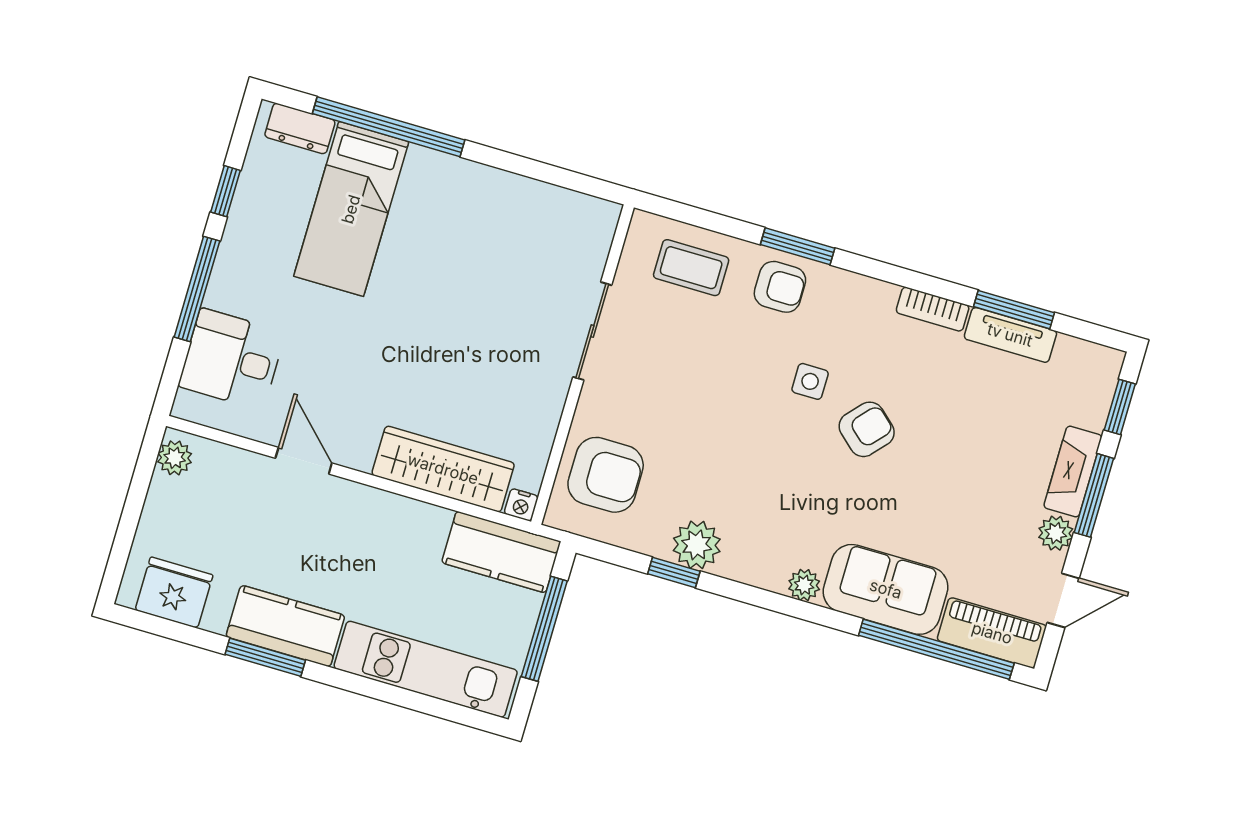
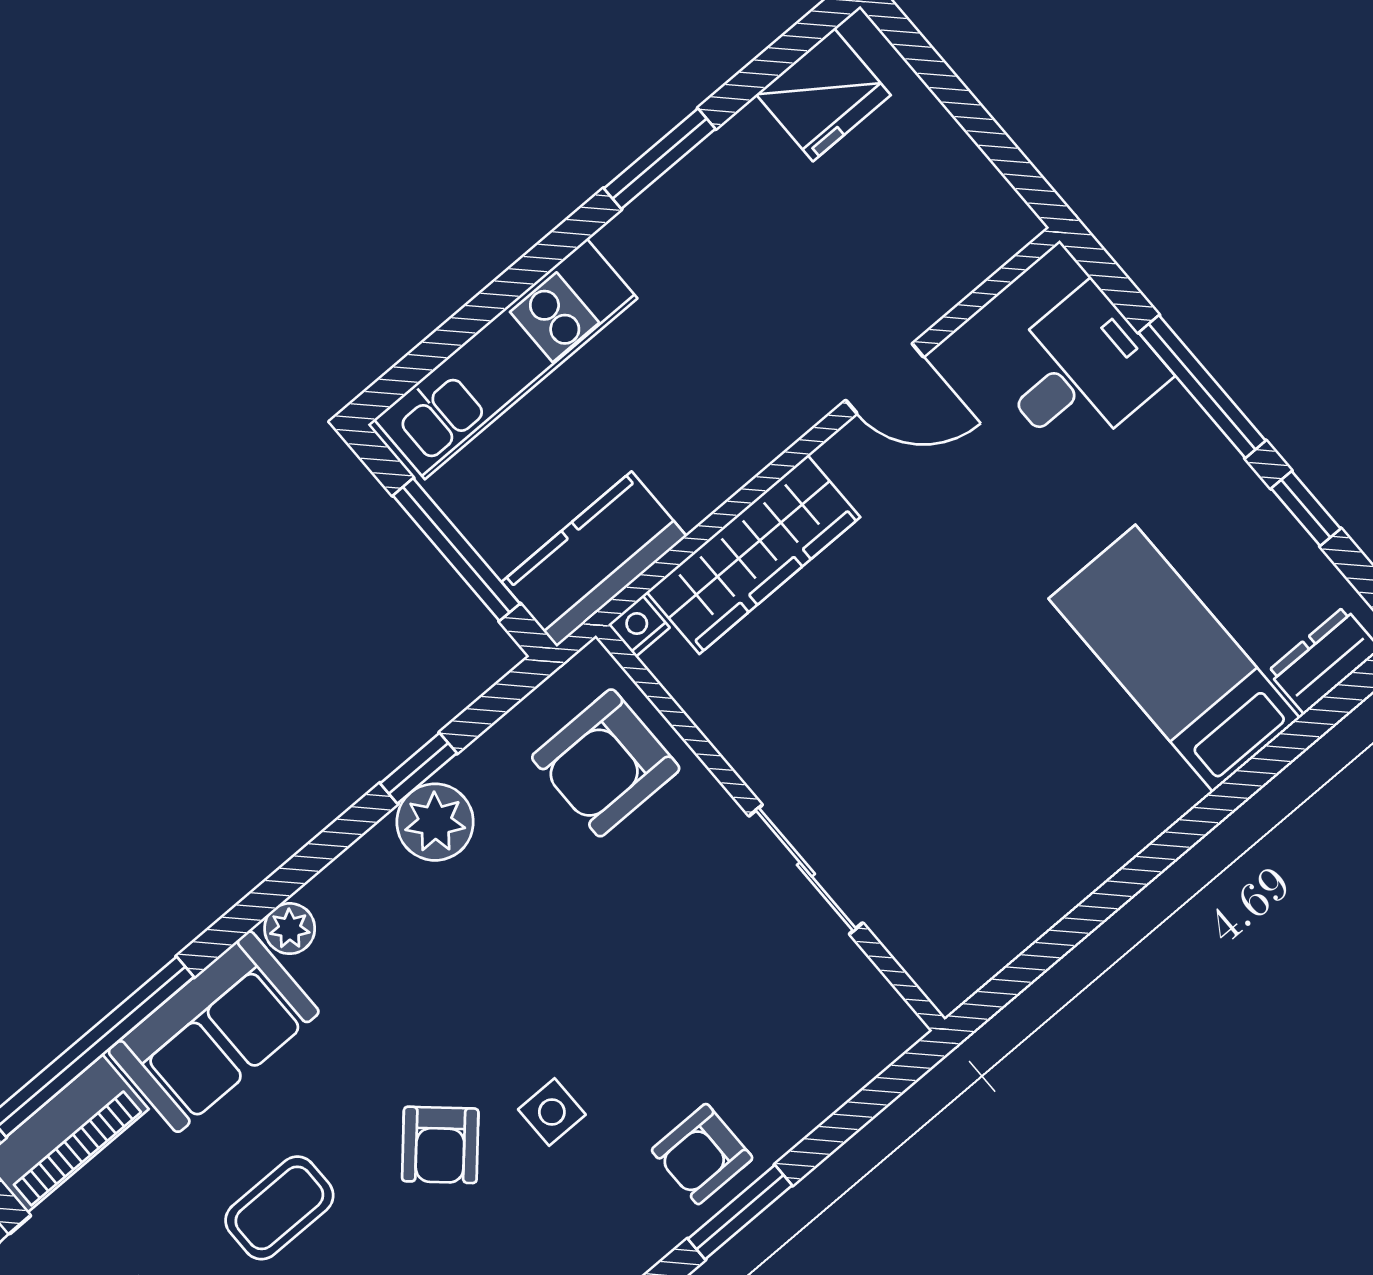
window: (389, 127) -> (1250, 778), removed
coffee table: (691, 268) -> (279, 1208), moved
plant: (175, 458) -> (1000, 212), removed
kitchen counter: (285, 626) -> (683, 212), removed

